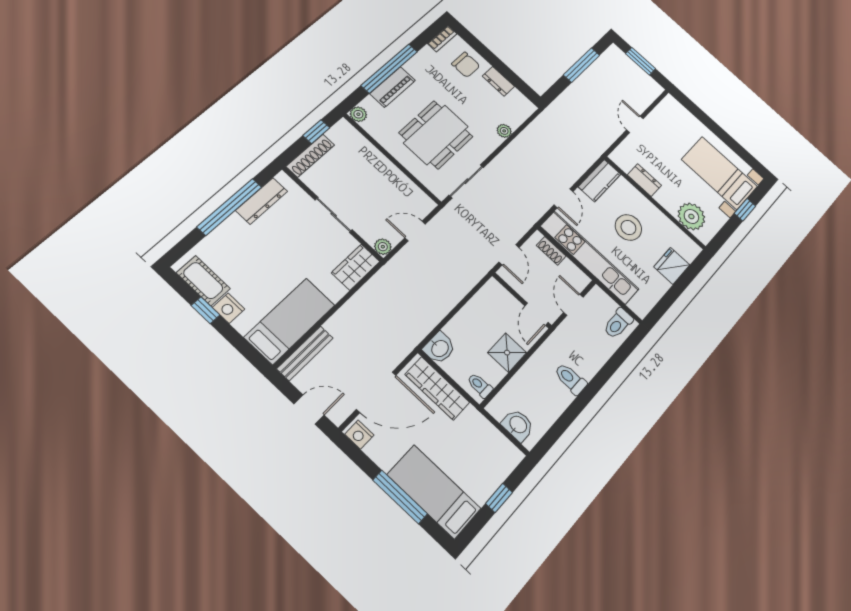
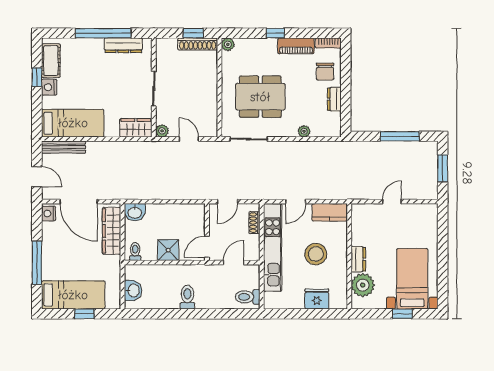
window: (389, 68) -> (275, 33), width x0.32
piano: (392, 87) -> (296, 46), moved
shoe rack: (310, 156) -> (198, 44), moved
dresser: (644, 180) -> (358, 259), moved
bed: (434, 492) -> (73, 295), moved, turned 90

